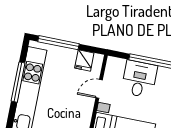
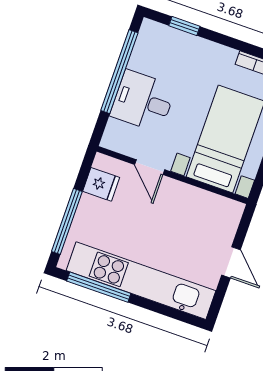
window: (18, 82) -> (99, 287), moved

